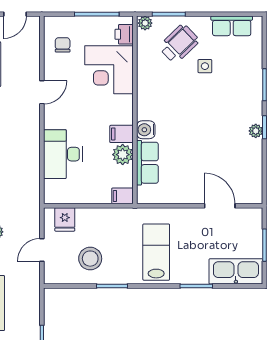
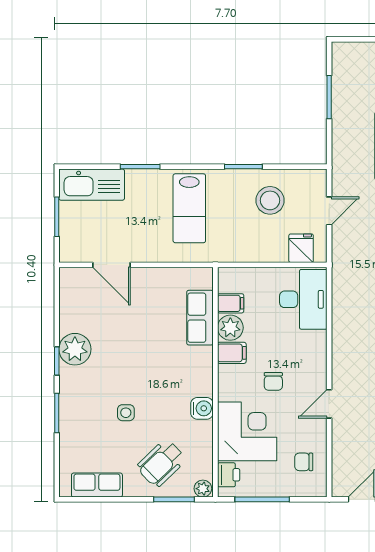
chair: (63, 45) -> (304, 462), turned 90
side table: (205, 66) -> (126, 413), moved
chair: (88, 111) -> (273, 381), added
water cooler: (146, 130) -> (202, 408), moved
plant: (256, 131) -> (75, 349), width x1.87, depth x1.87
desk: (63, 154) -> (303, 299), moved
filing cabinet: (122, 196) -> (231, 303), moved

